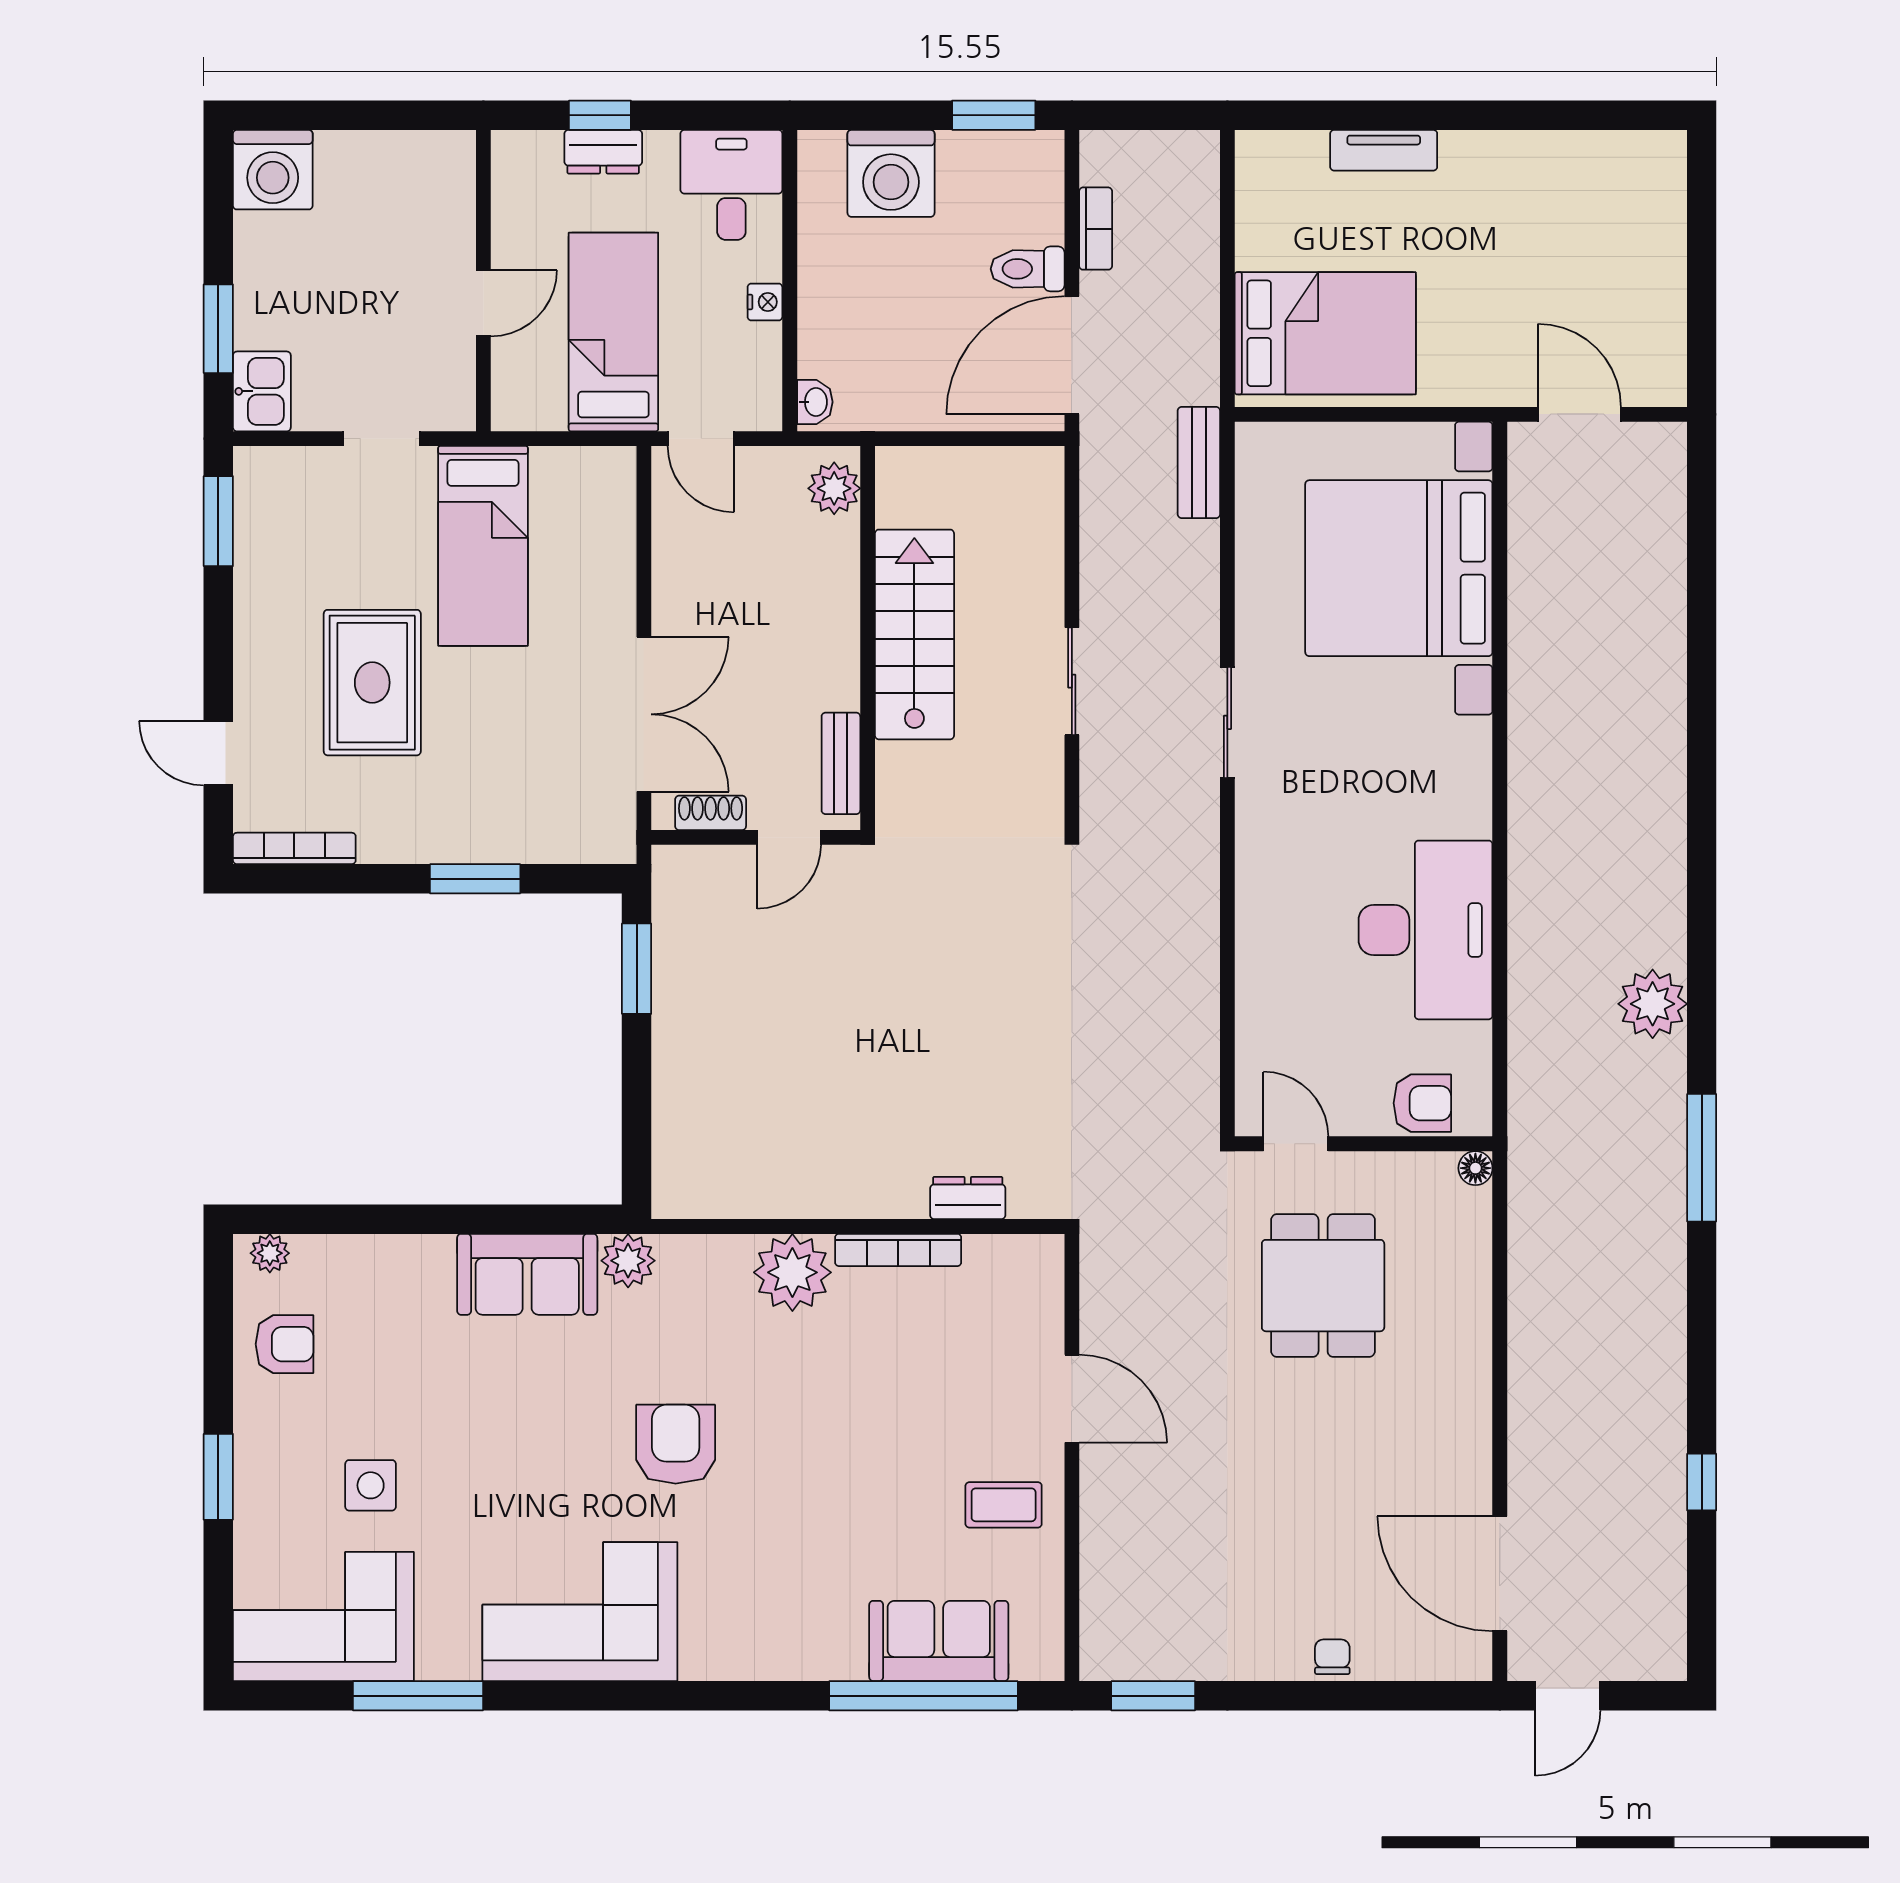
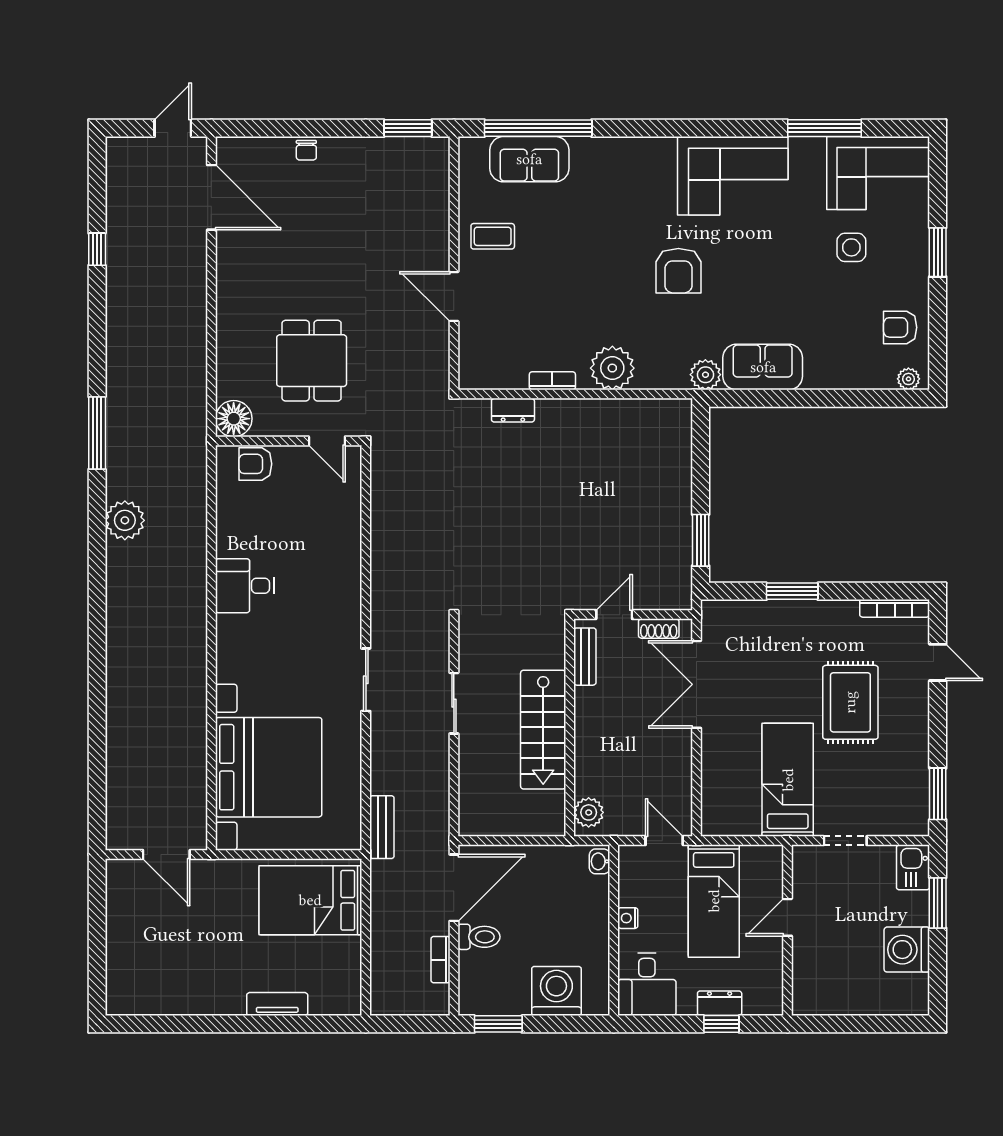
washing machine: (273, 170) -> (907, 950), moved, turned -90
desk: (1426, 930) -> (245, 586), width x0.53, depth x0.77
floor lamp: (1475, 1168) -> (234, 419), width x1.89, depth x1.89
bookcase: (898, 1250) -> (552, 381), width x0.64

